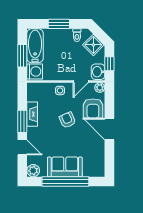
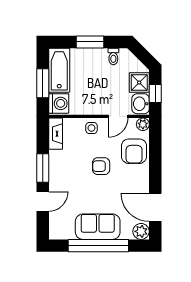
shower: (93, 45) -> (139, 83), moved, turned 45
fireplace: (32, 114) -> (56, 134), moved
armchair: (67, 120) -> (101, 166), turned -67
door: (109, 129) -> (155, 207), moved
door: (22, 147) -> (43, 201), hinge flipped
plant: (33, 171) -> (141, 231), moved

